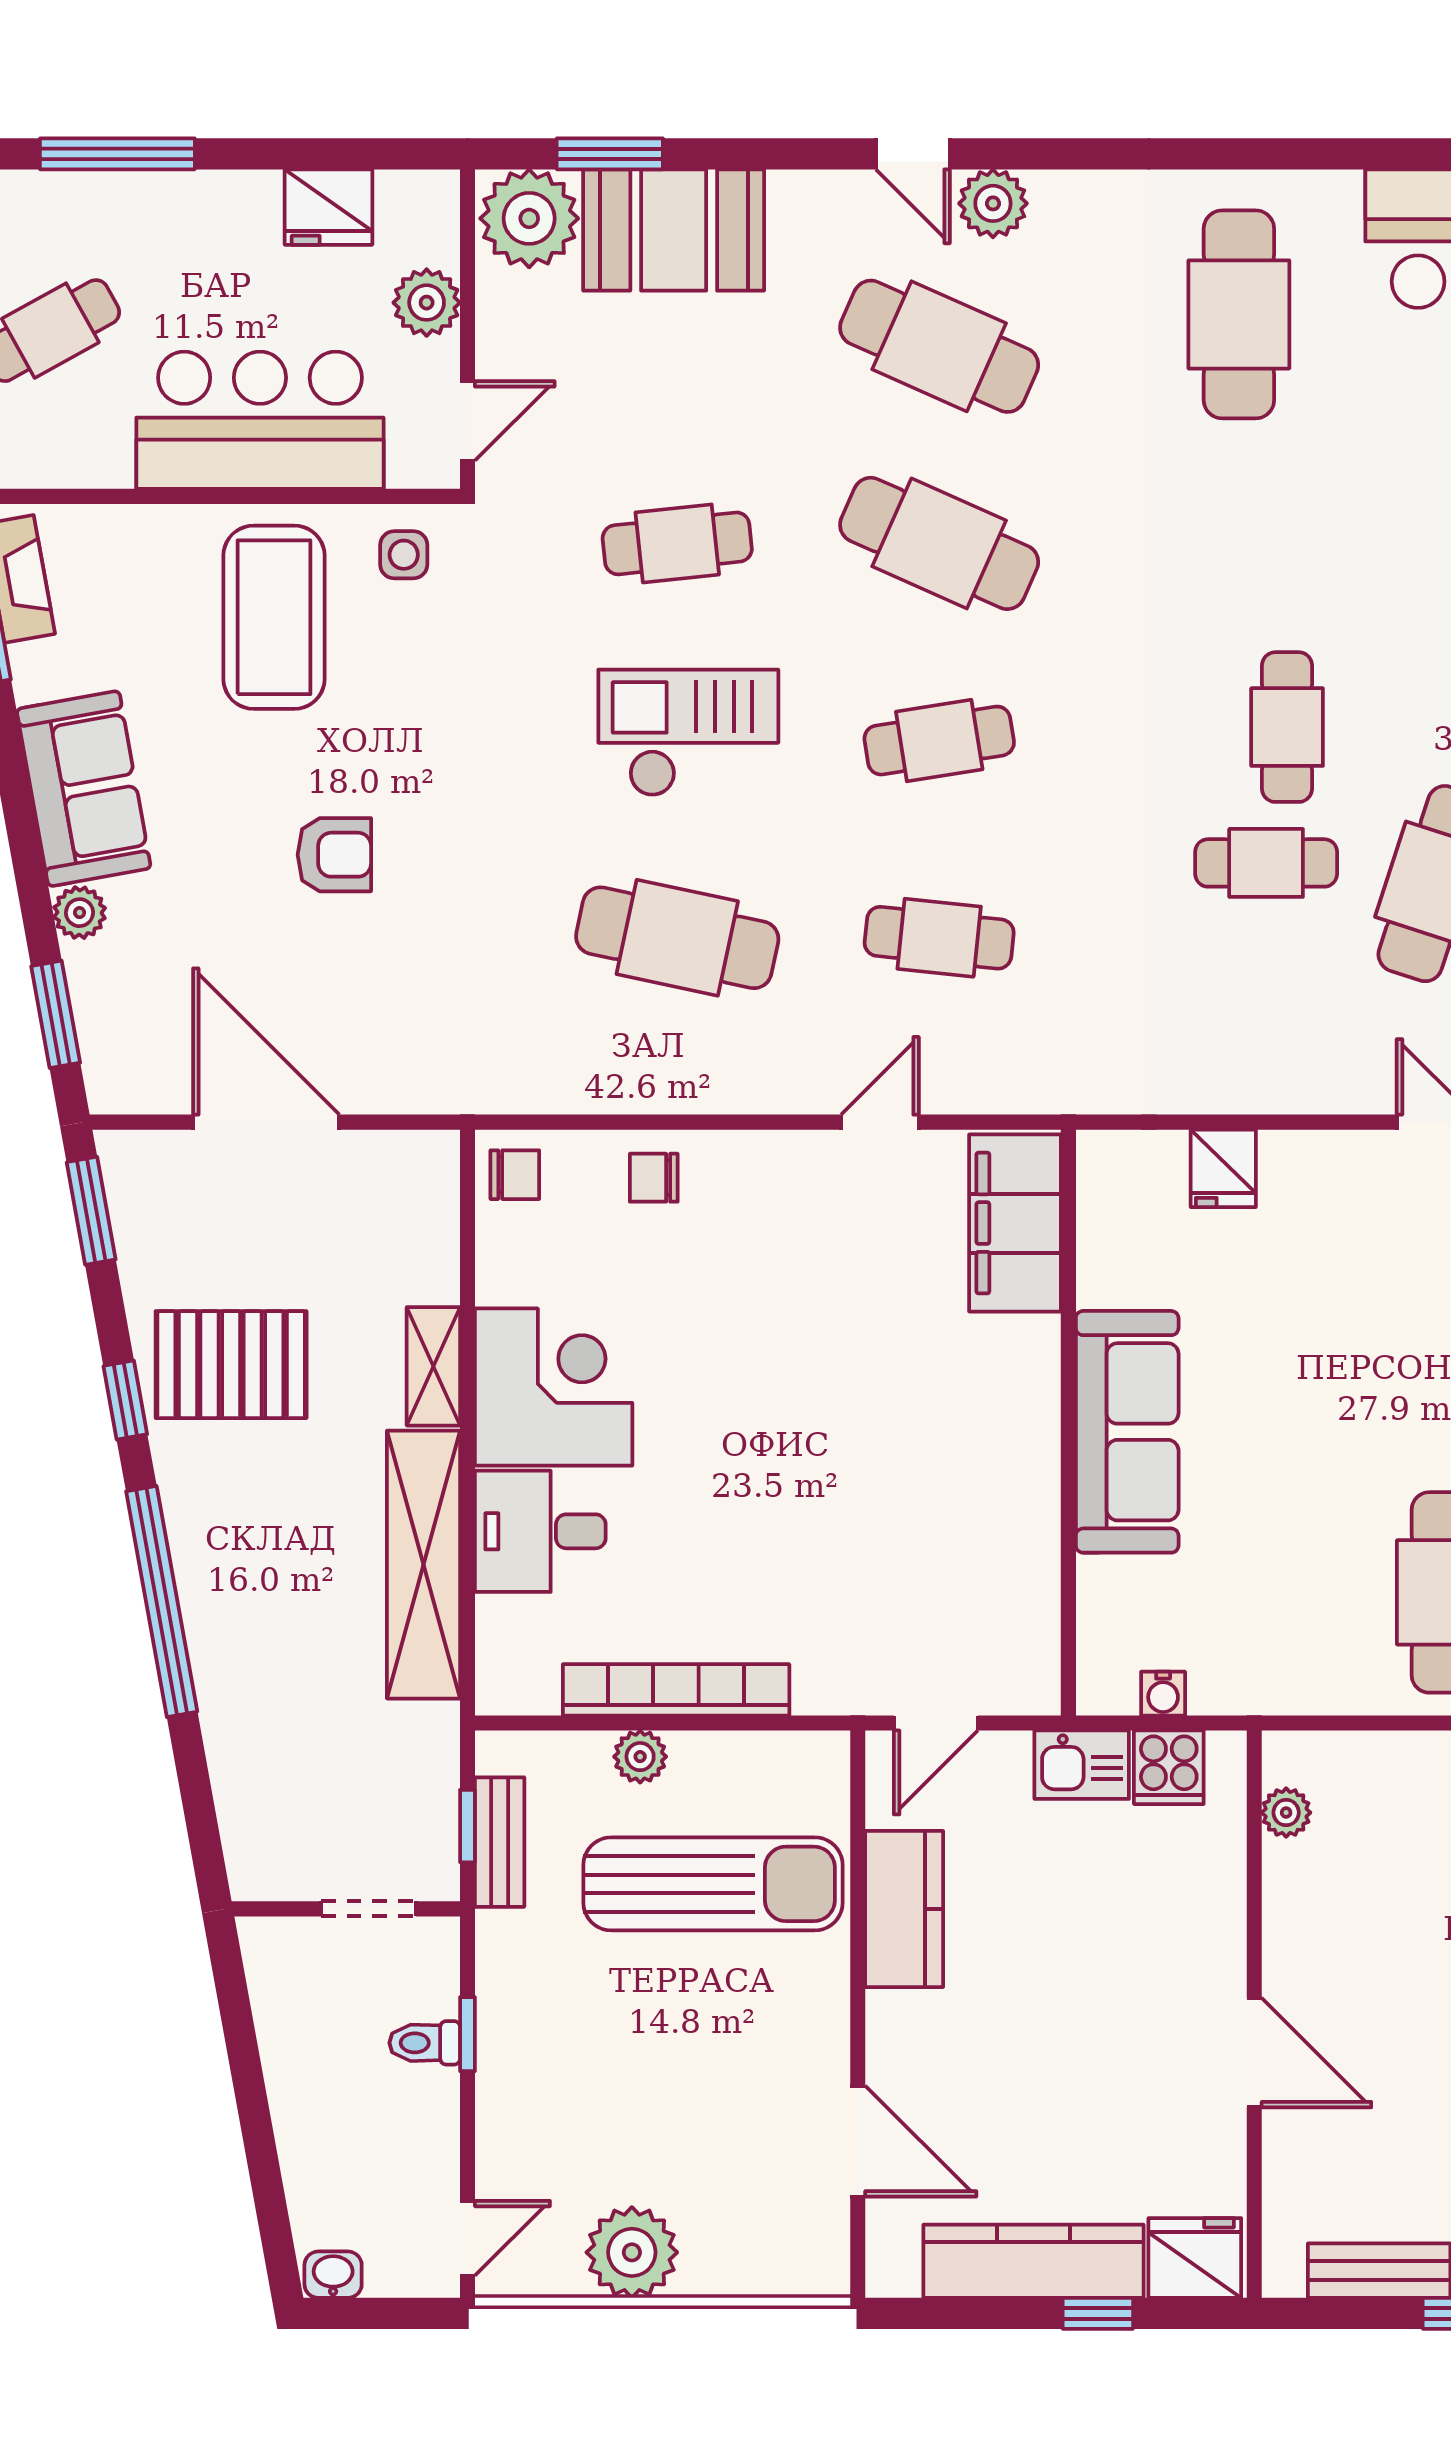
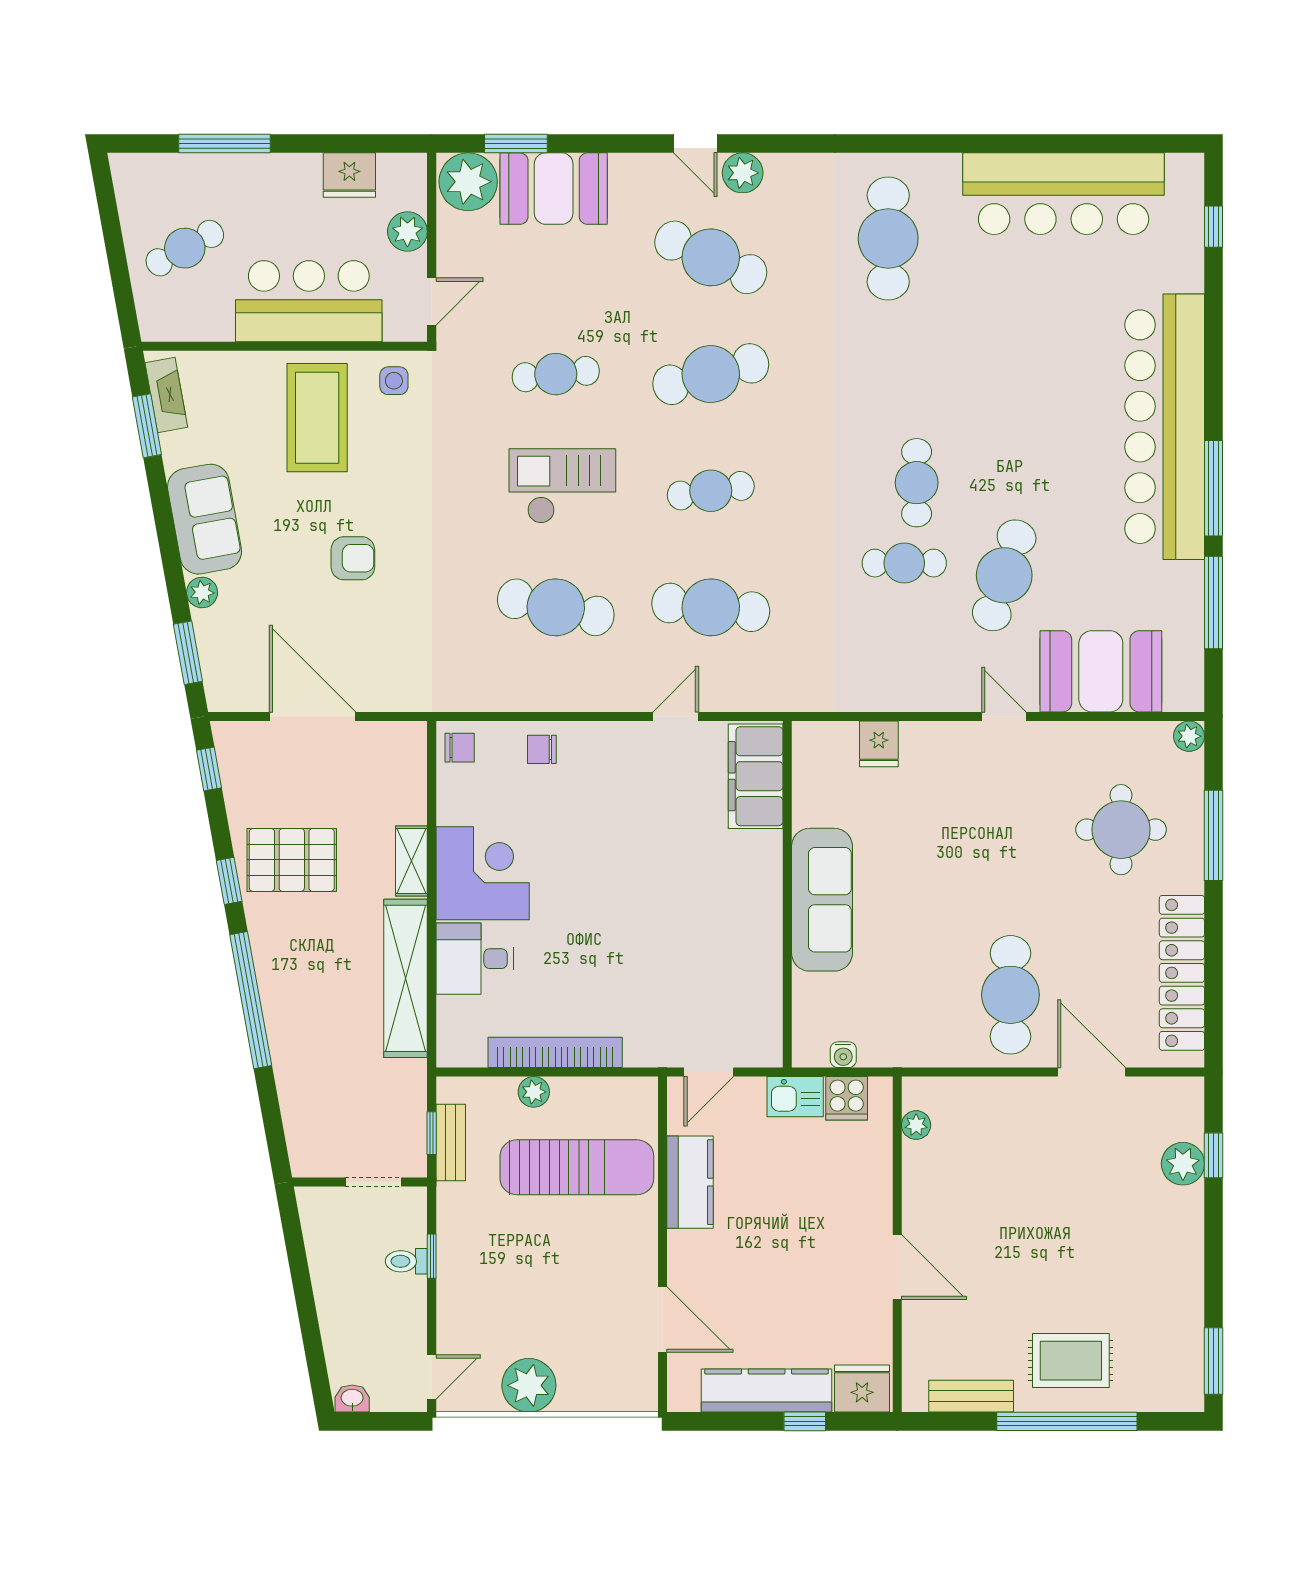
cafe table: (939, 543) -> (711, 374), turned -39
cafe table: (939, 938) -> (711, 607), width x1.37, depth x1.35
window: (91, 1211) -> (209, 769), width x0.67

